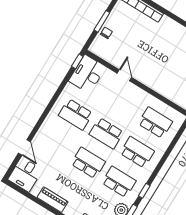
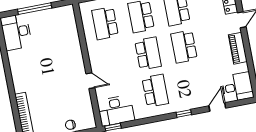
door: (124, 75) -> (90, 81), swing flipped
window: (41, 120) -> (184, 113), added

